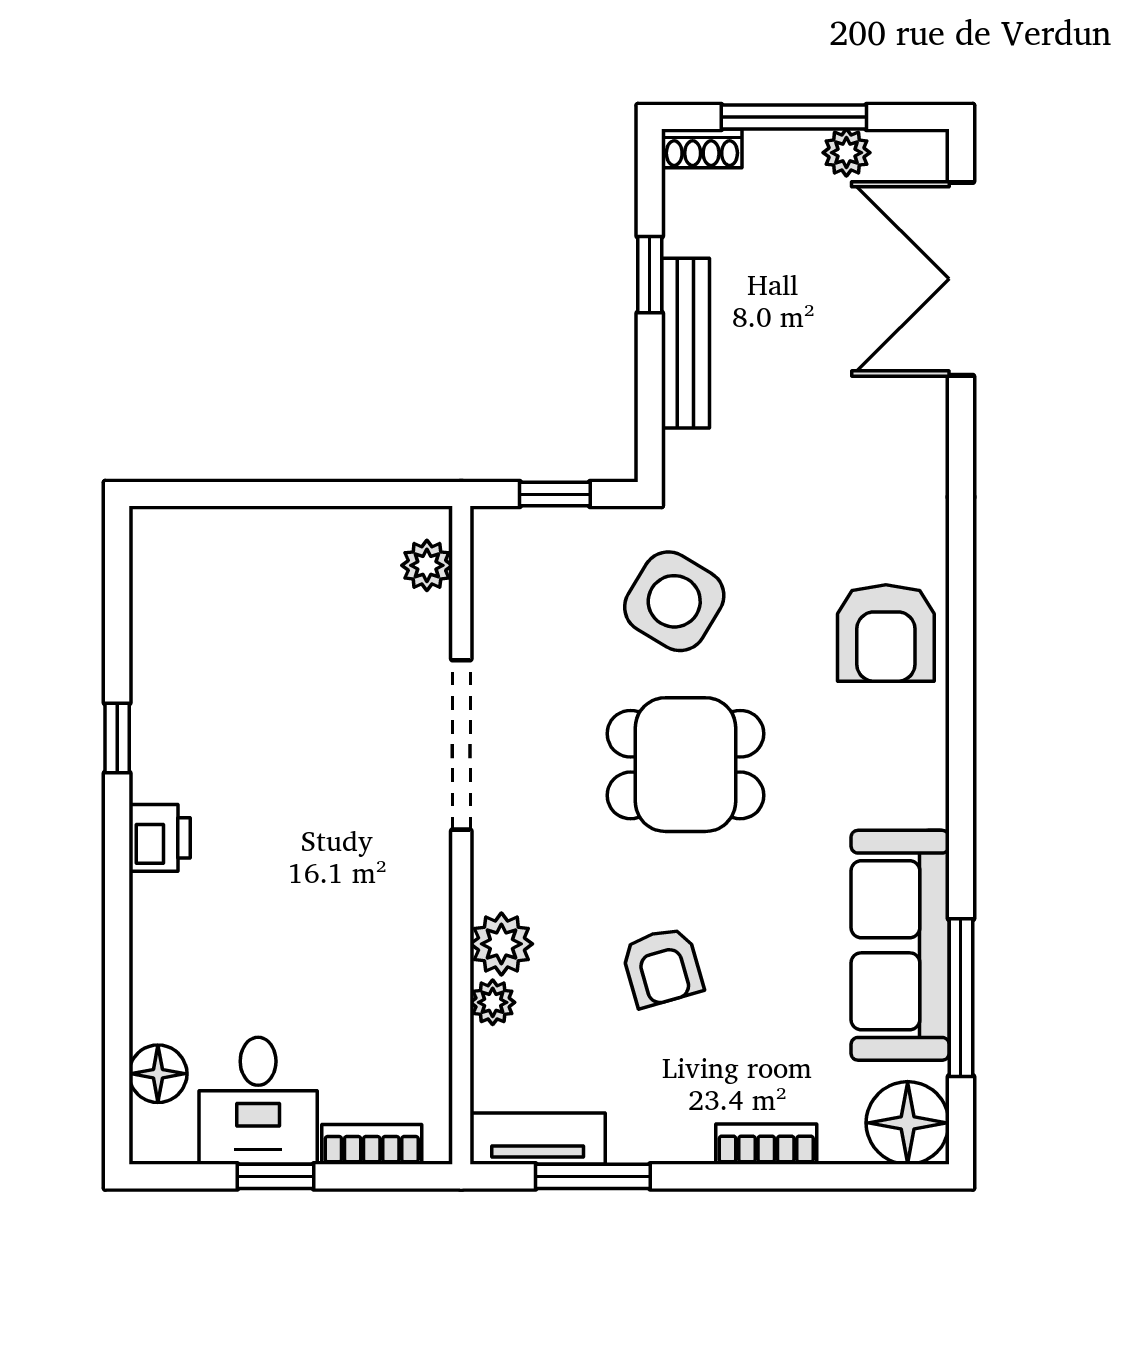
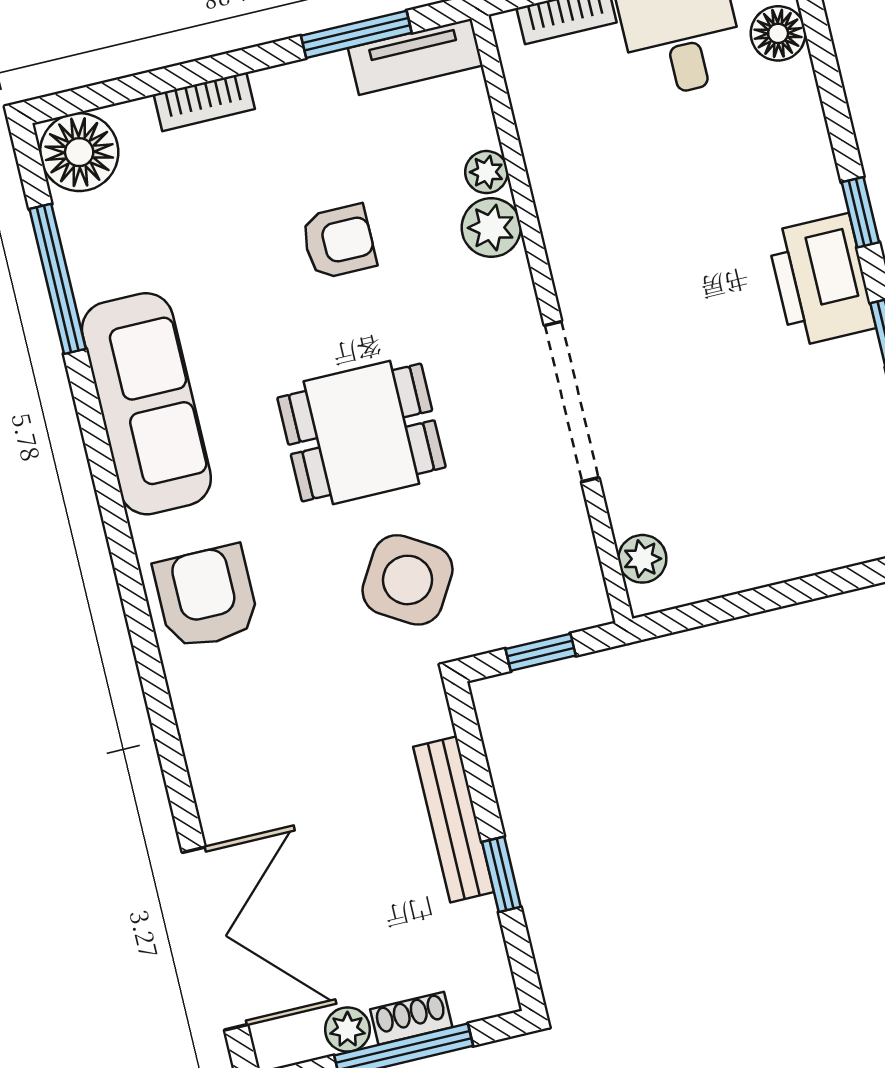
shoe rack: (702, 148) -> (411, 1018), moved
printer: (160, 838) -> (821, 280), width x1.87, depth x1.48
window: (117, 869) -> (860, 212), added
sofa: (900, 945) -> (146, 404), moved
armchair: (662, 967) -> (339, 242), turned 106

